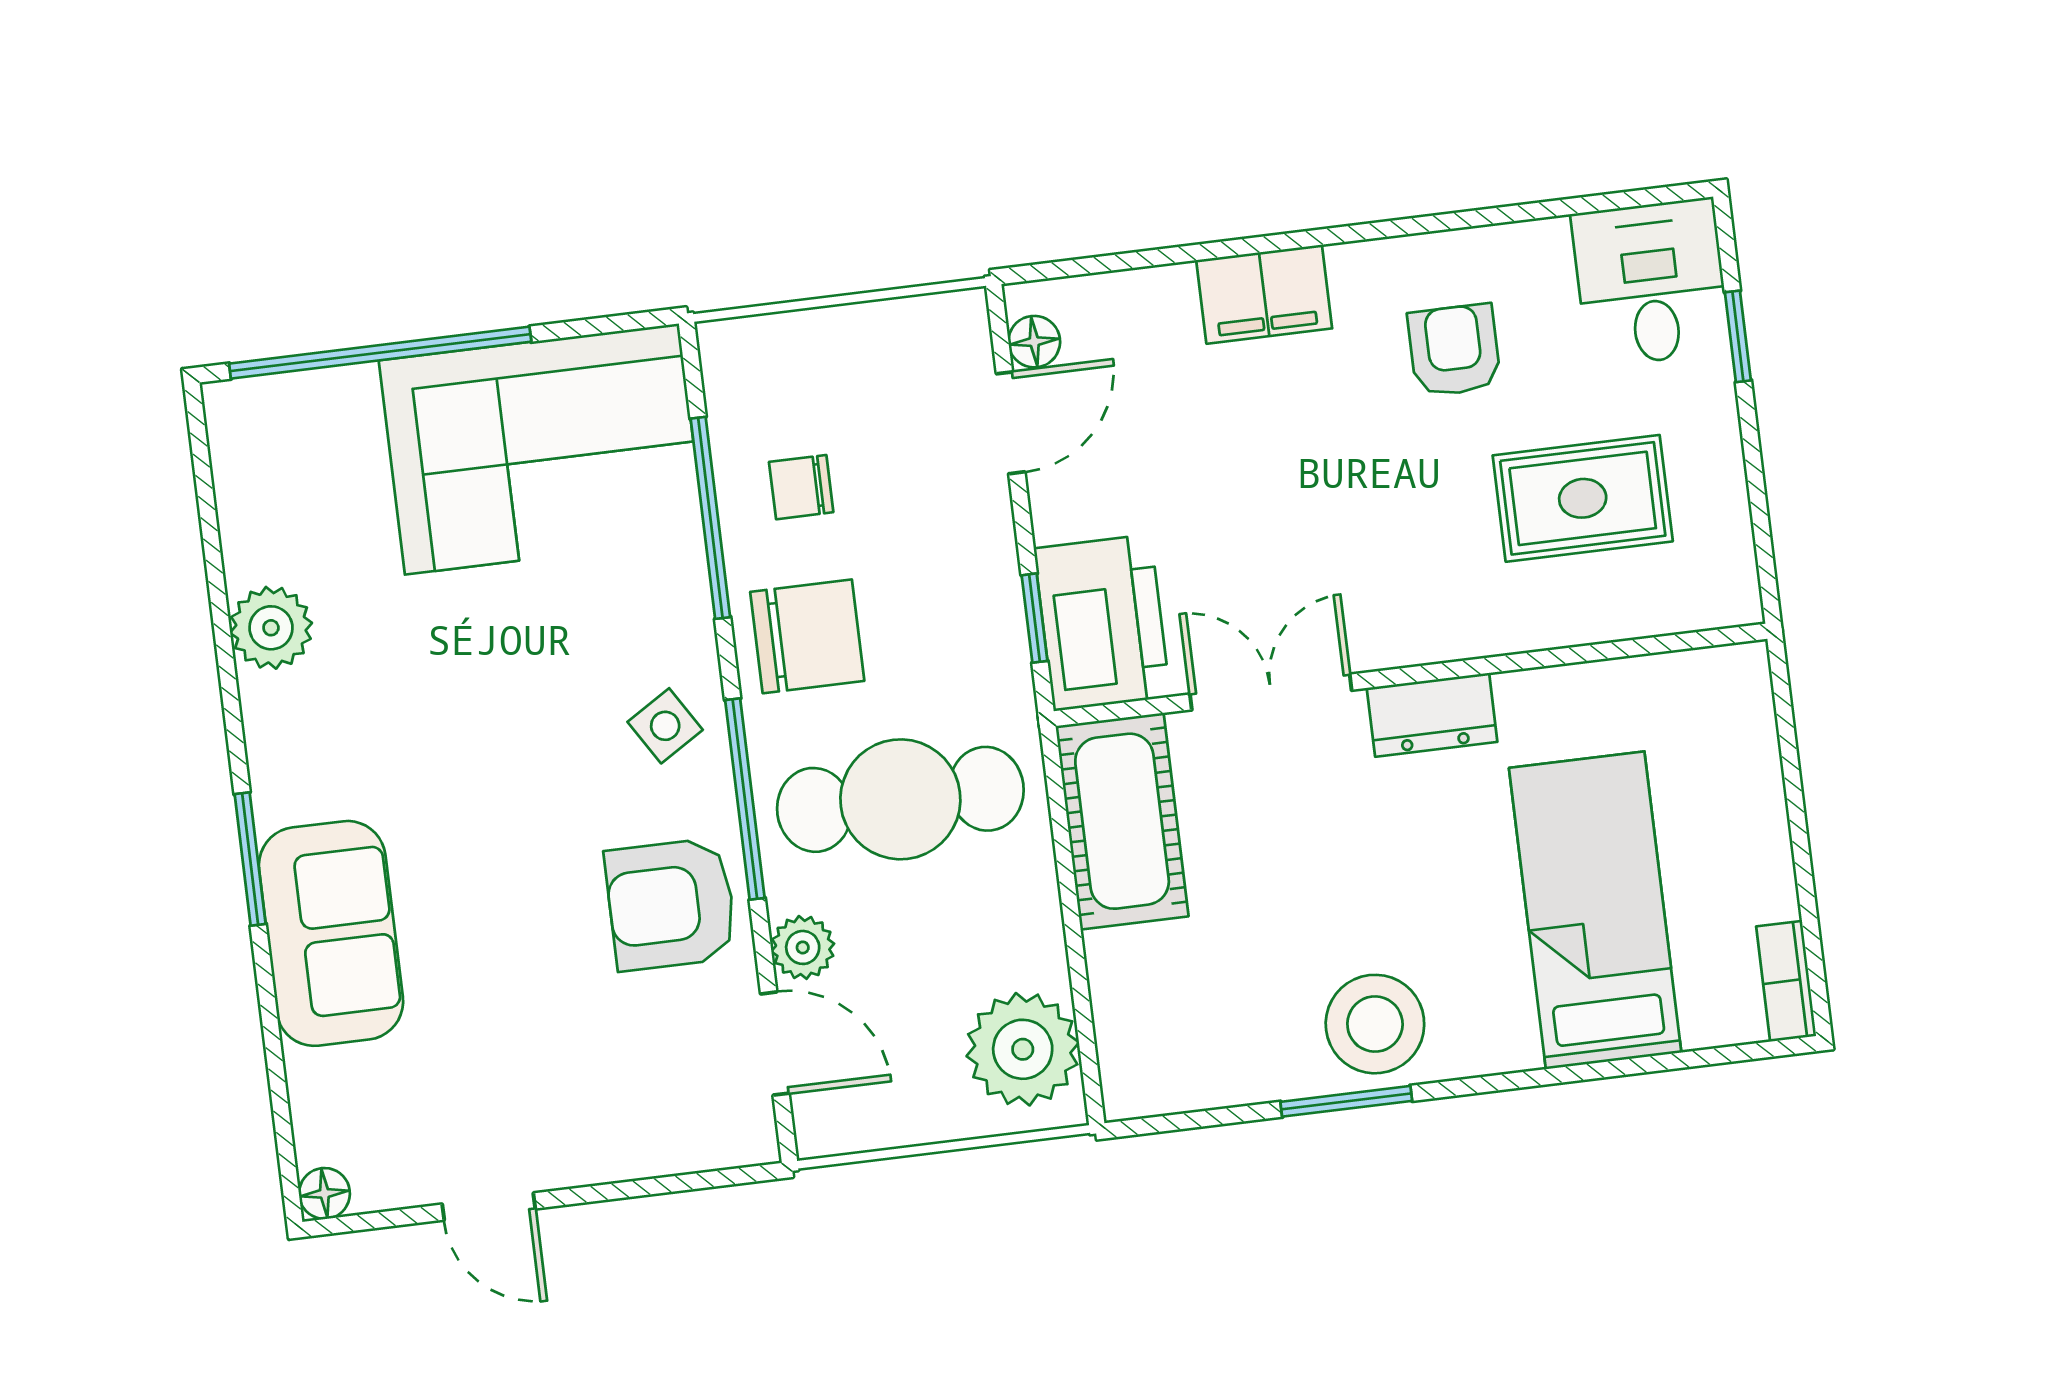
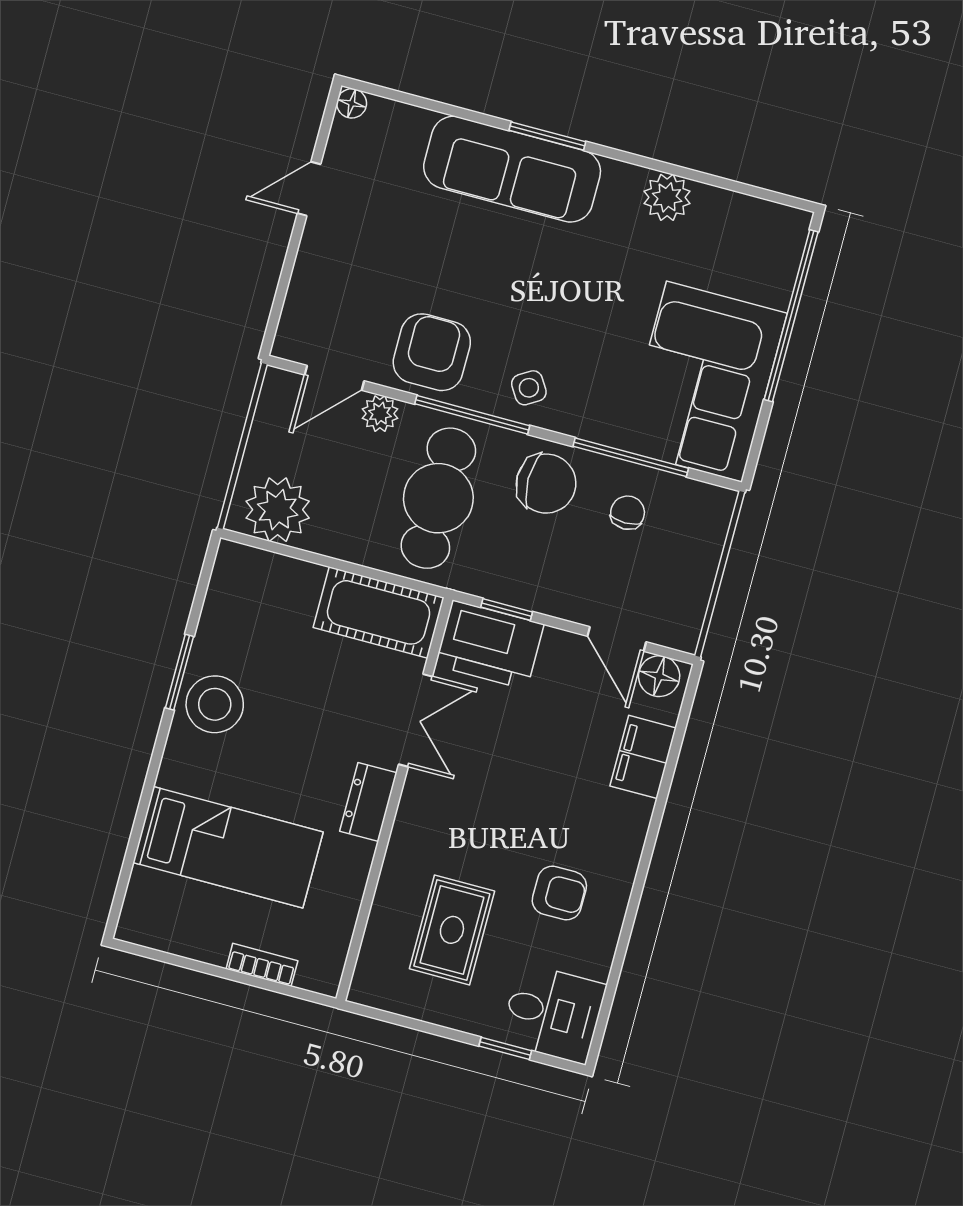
filing cabinet: (1264, 294) -> (643, 757), moved
floor lamp: (1034, 342) -> (659, 676), width x1.37, depth x1.37
chair: (807, 636) -> (546, 484), turned -90
sofa: (331, 933) -> (512, 169), width x1.36
bookcase: (1786, 981) -> (262, 965), moved

